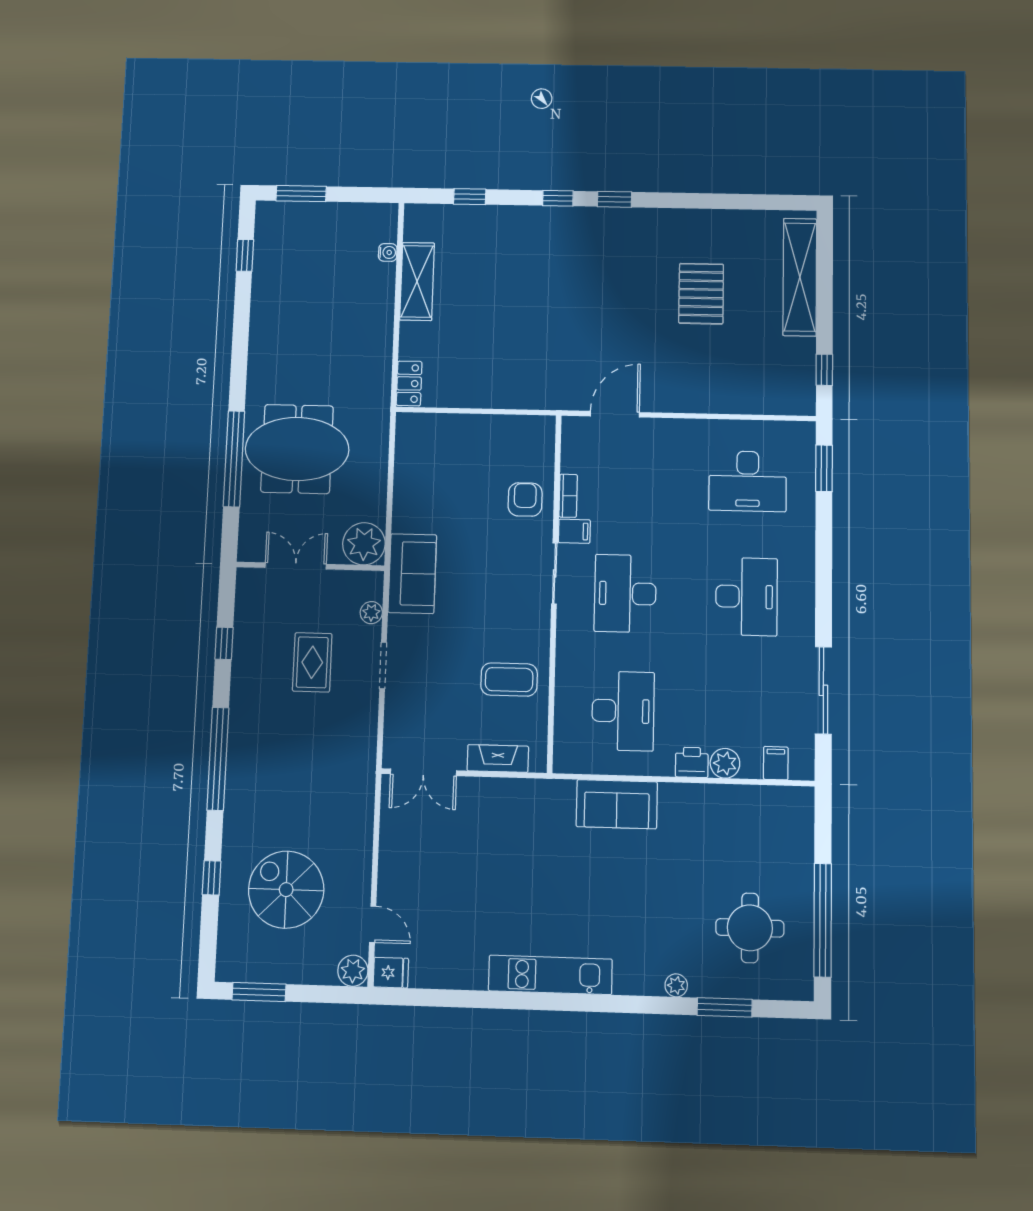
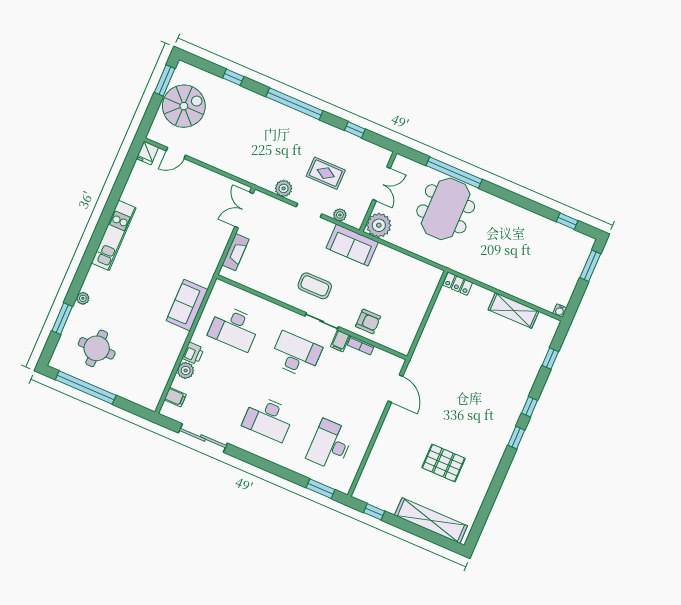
water cooler: (388, 252) -> (560, 311), moved
coffee table: (509, 680) -> (315, 286), moved, turned 90
spiral stairs: (286, 890) -> (184, 106), moved
plant: (353, 971) -> (284, 188), moved

